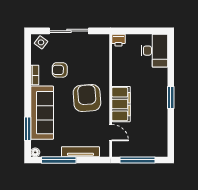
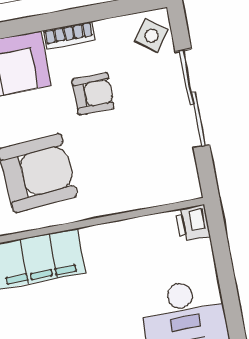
armchair: (60, 70) -> (93, 94), turned 89

